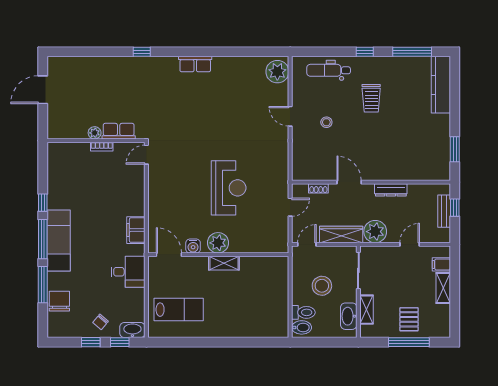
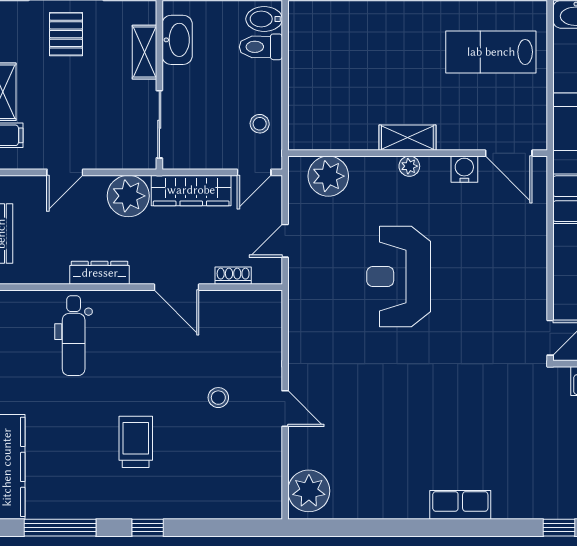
dental chair: (329, 70) -> (74, 336), moved, turned 90
plant: (267, 242) -> (328, 176), added
plant: (218, 243) -> (409, 166), width x0.53, depth x0.53
stool: (322, 286) -> (260, 124), moved, width x0.53, depth x0.53

